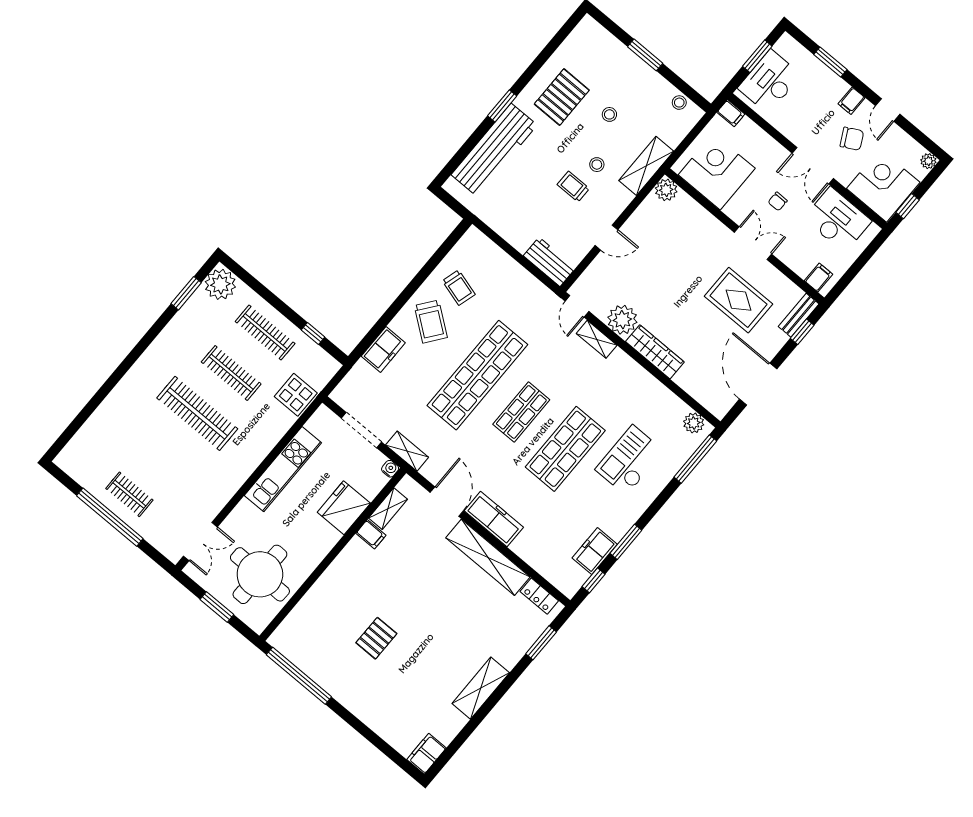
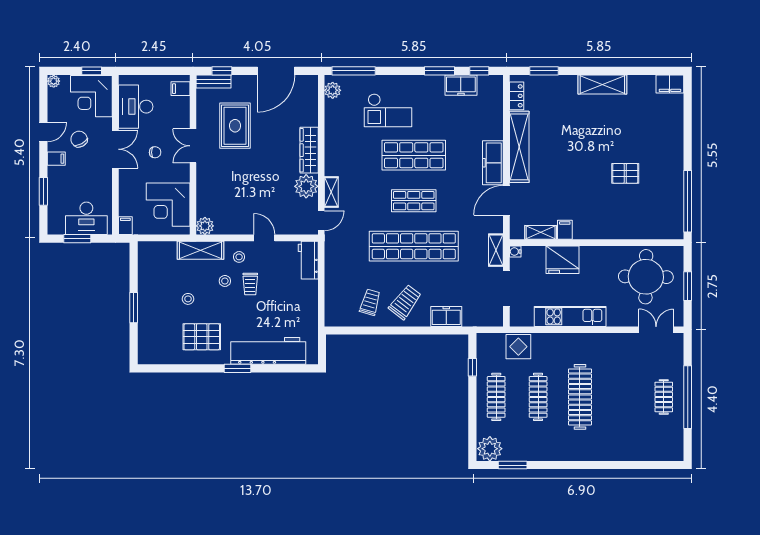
stool: (679, 103) -> (239, 257), moved

